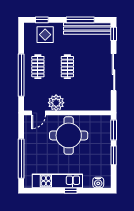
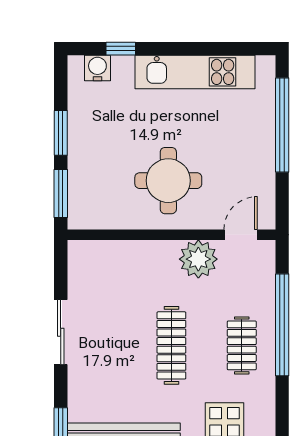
clothes rail: (67, 67) -> (171, 345), width x1.36
sliding door: (114, 72) -> (61, 332), width x0.73
round table: (69, 135) -> (168, 181), width x0.73, depth x0.73
window: (71, 191) -> (121, 49), moved

